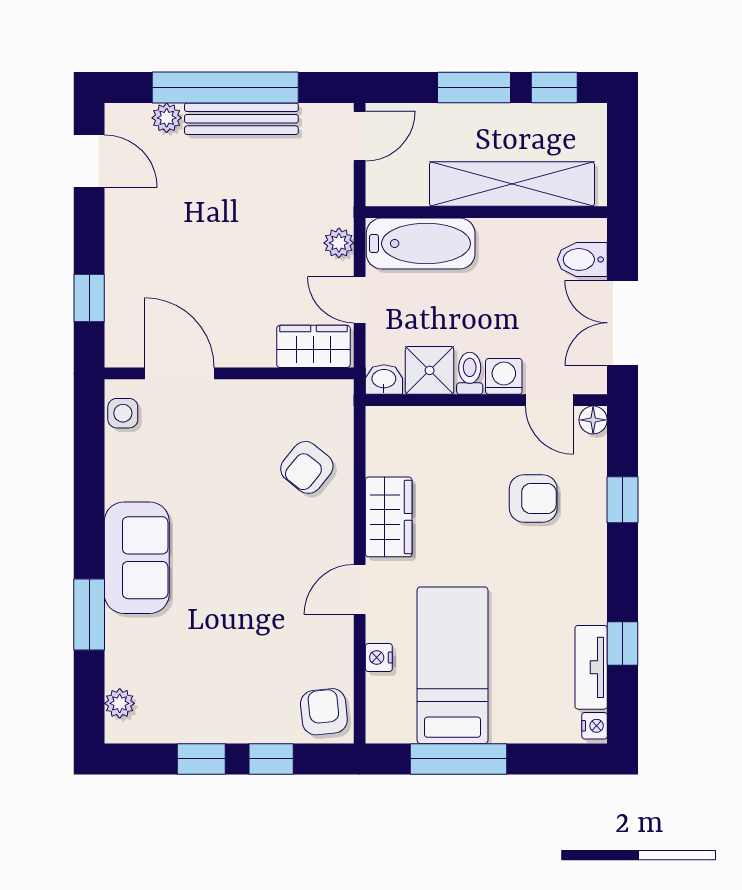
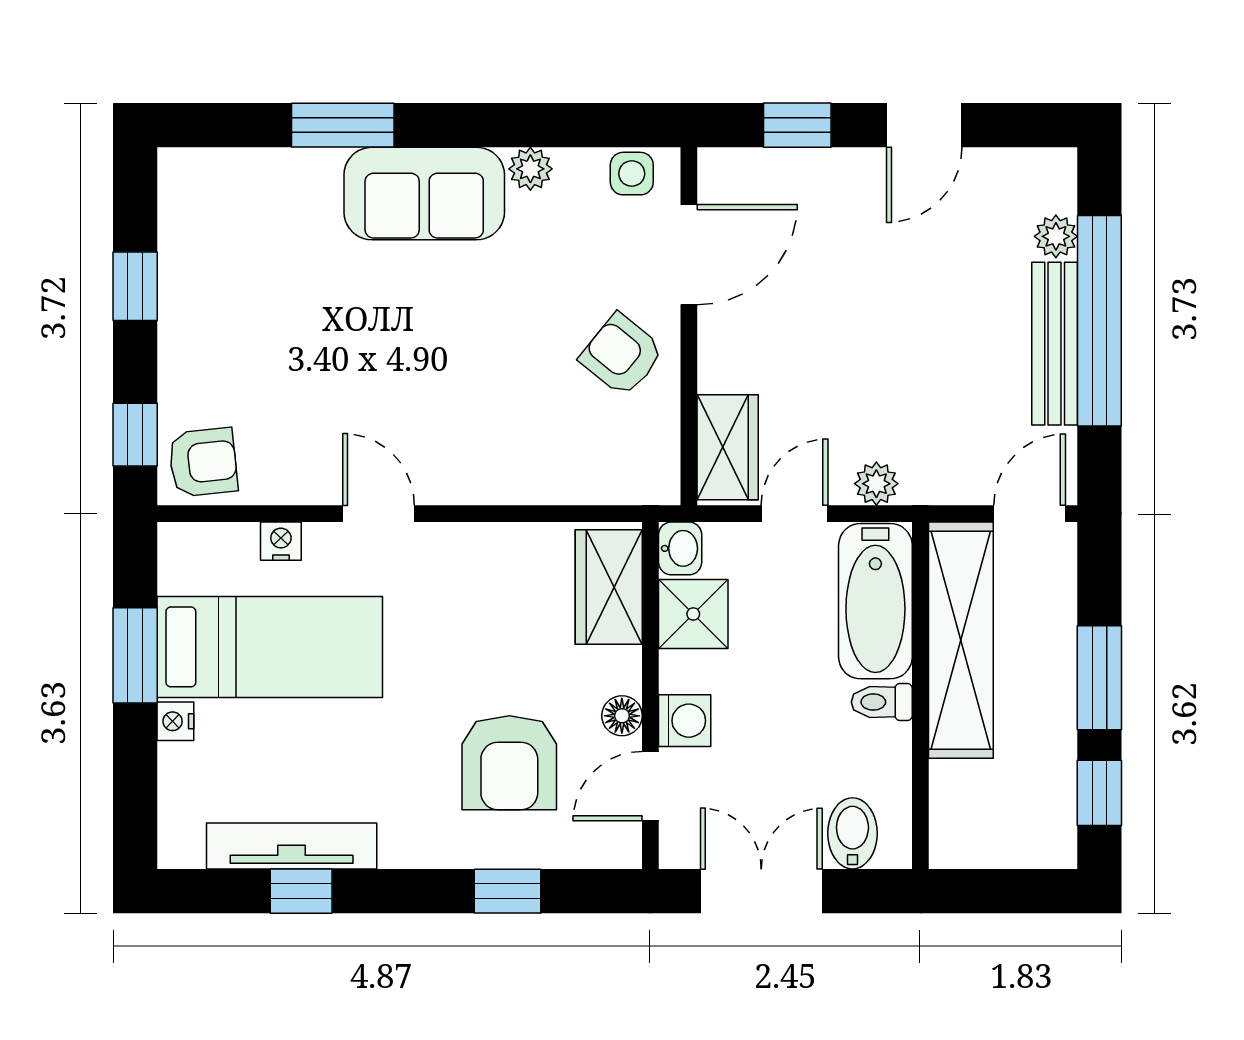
door: (360, 136) -> (1030, 514), swing flipped
door: (89, 161) -> (924, 125), moved
shelving: (512, 184) -> (961, 640), moved
toilet: (470, 373) -> (882, 702), moved, turned 180
floor lamp: (593, 420) -> (622, 716), moved
armchair: (307, 467) -> (622, 355), moved
armchair: (533, 498) -> (509, 763), width x1.38, depth x1.38
wardrobe: (389, 517) -> (609, 587), moved, turned 90
tv unit: (591, 667) -> (292, 846), width x1.41
plant: (120, 703) -> (530, 169), moved
nightstand: (594, 726) -> (175, 721), moved, turned 90
window: (271, 759) -> (135, 435), moved
window: (458, 759) -> (135, 655), width x0.69

